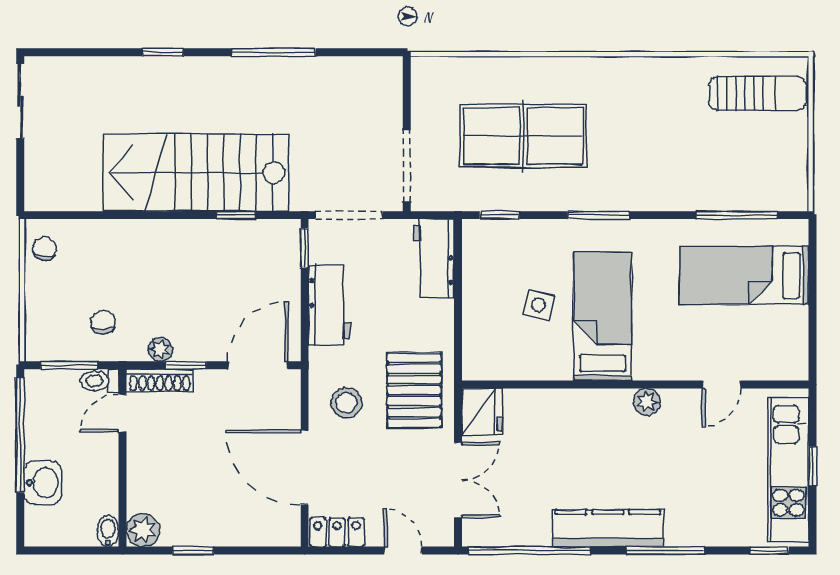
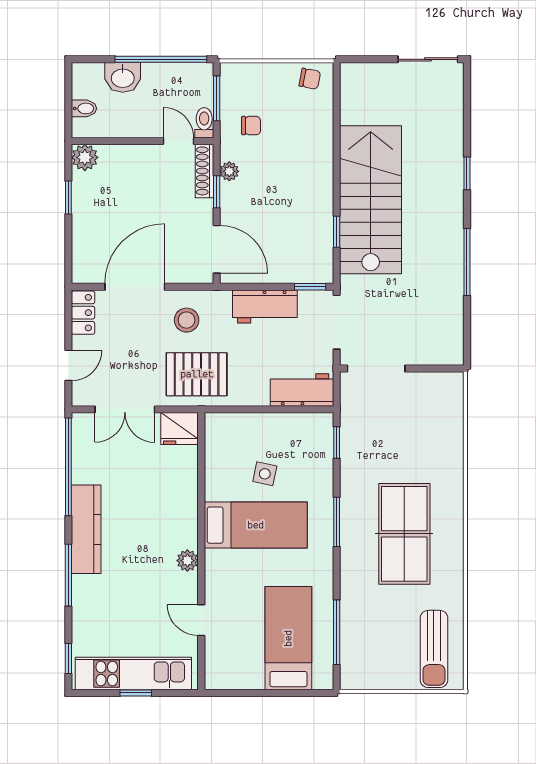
table tennis table: (523, 136) -> (404, 534), moved
bidet: (108, 531) -> (84, 108), moved

